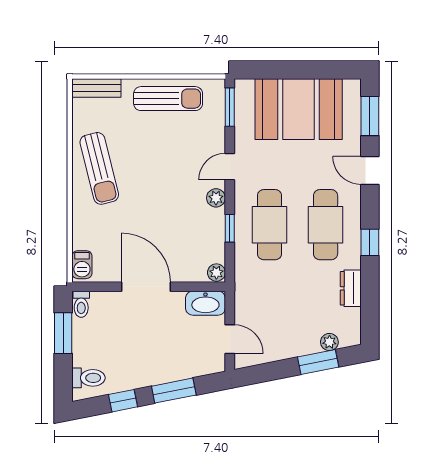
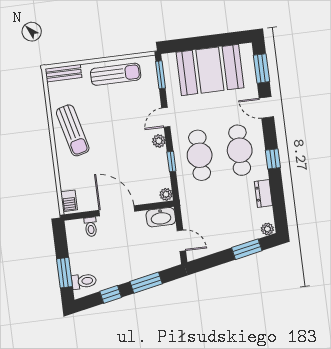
toilet: (81, 304) -> (91, 227), moved
window: (63, 333) -> (64, 273), moved
plant: (329, 342) -> (267, 229), moved

